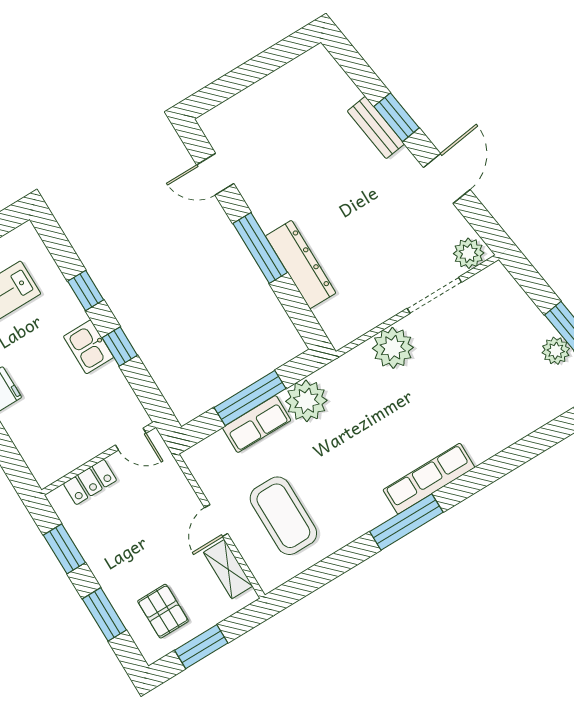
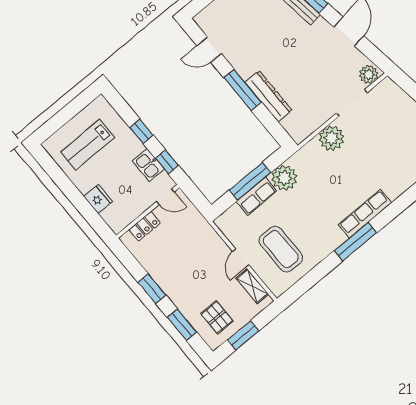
door: (131, 439) -> (165, 197), moved
wall: (99, 459) -> (148, 211), moved
locker: (90, 482) -> (145, 226), moved

